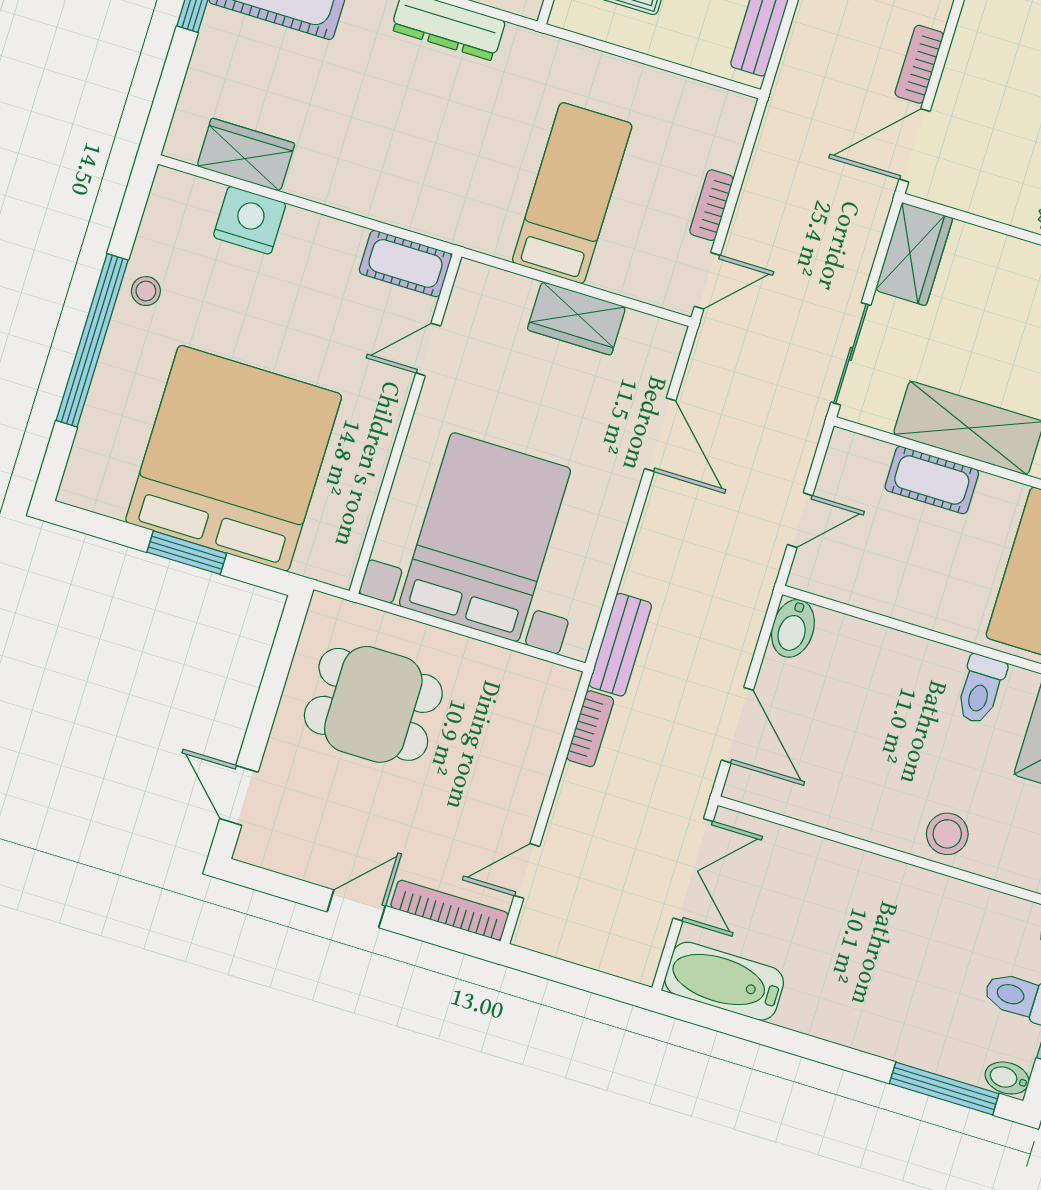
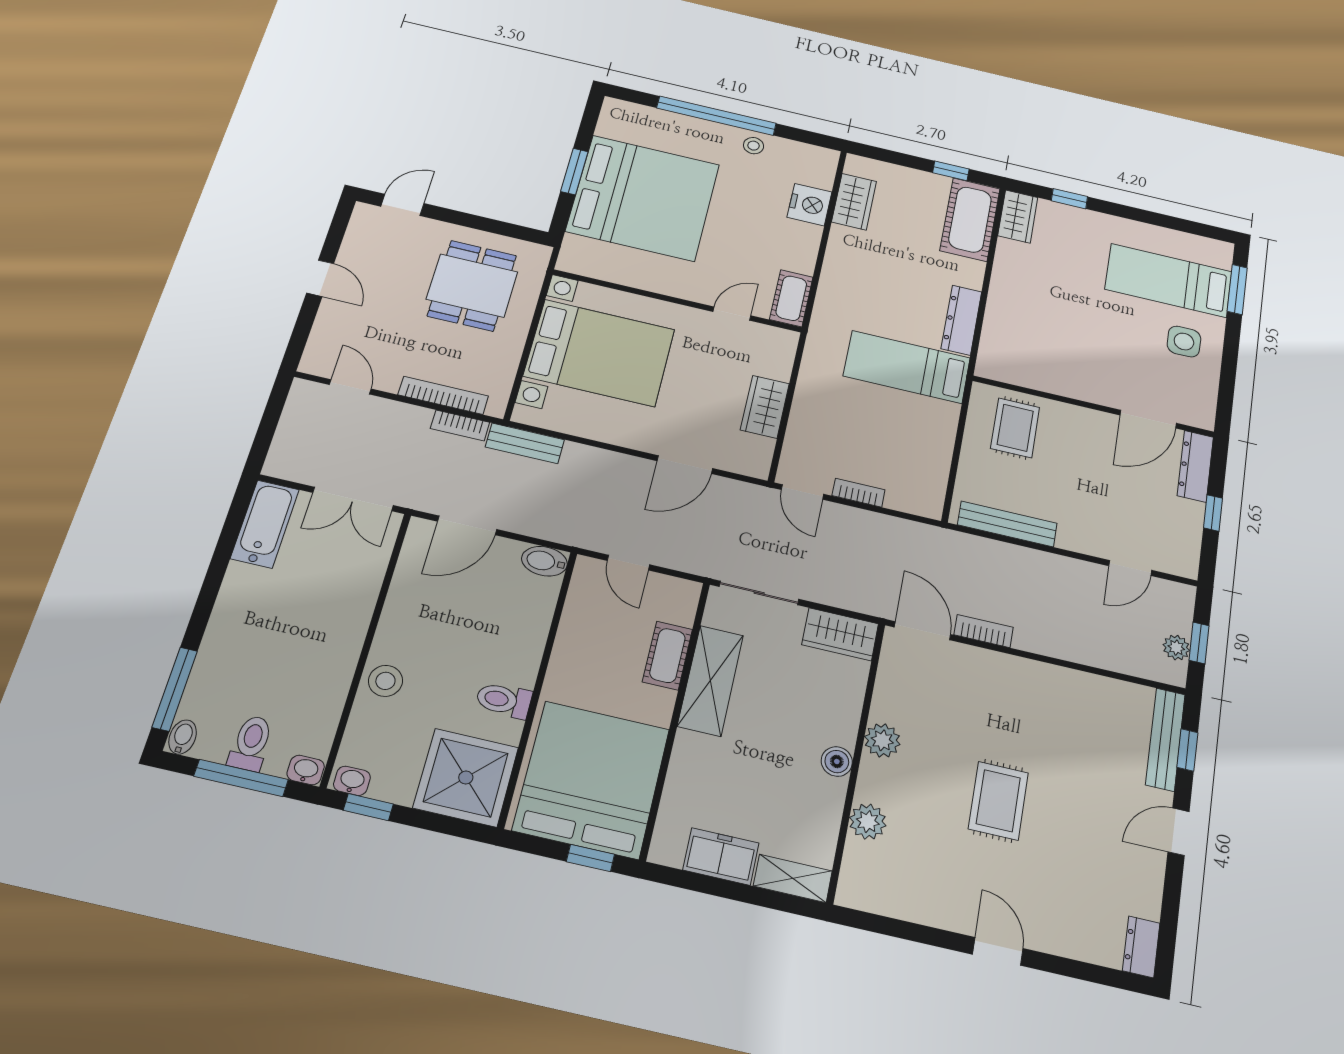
bed: (572, 193) -> (907, 367), moved, turned 180
door: (428, 349) -> (732, 314), hinge flipped
bookcase: (450, 910) -> (443, 395), moved, turned -90

